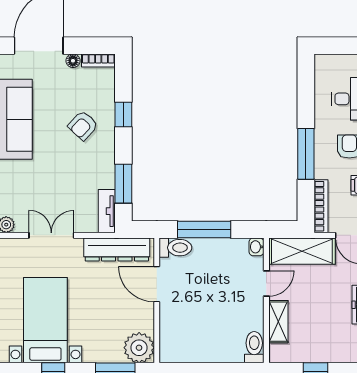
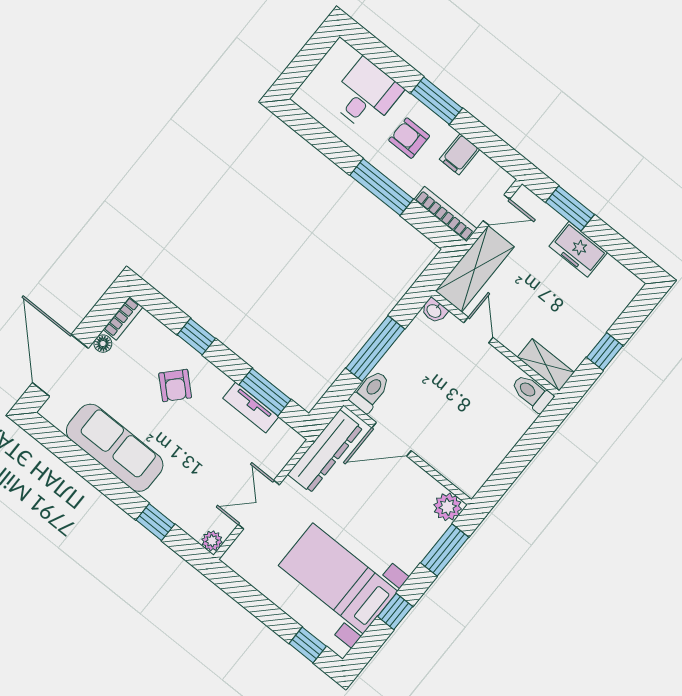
tv unit: (107, 211) -> (251, 408), moved
shelving: (278, 322) -> (546, 365), moved
plant: (139, 348) -> (448, 507), width x0.73, depth x0.73

